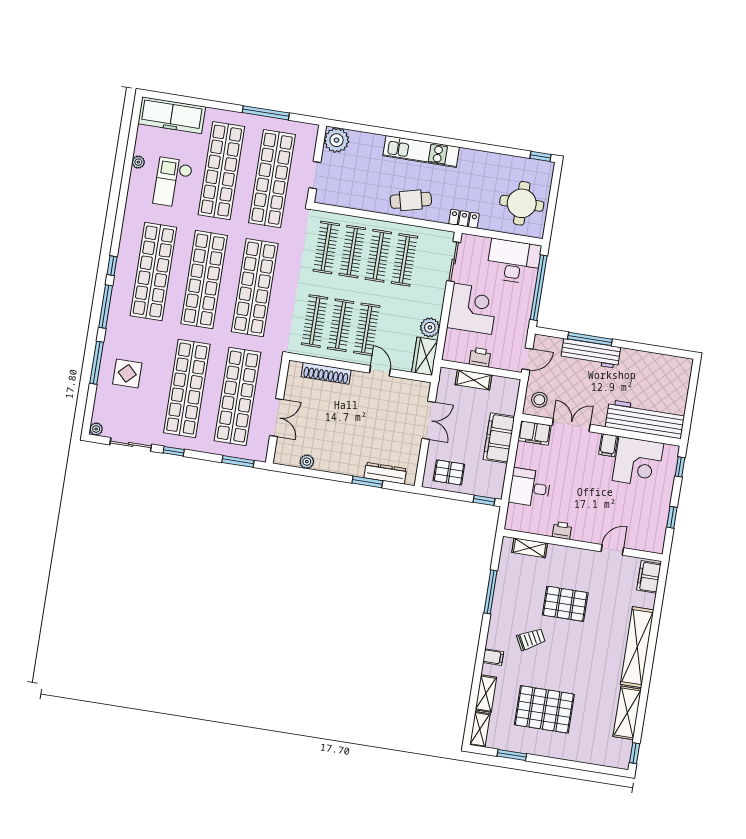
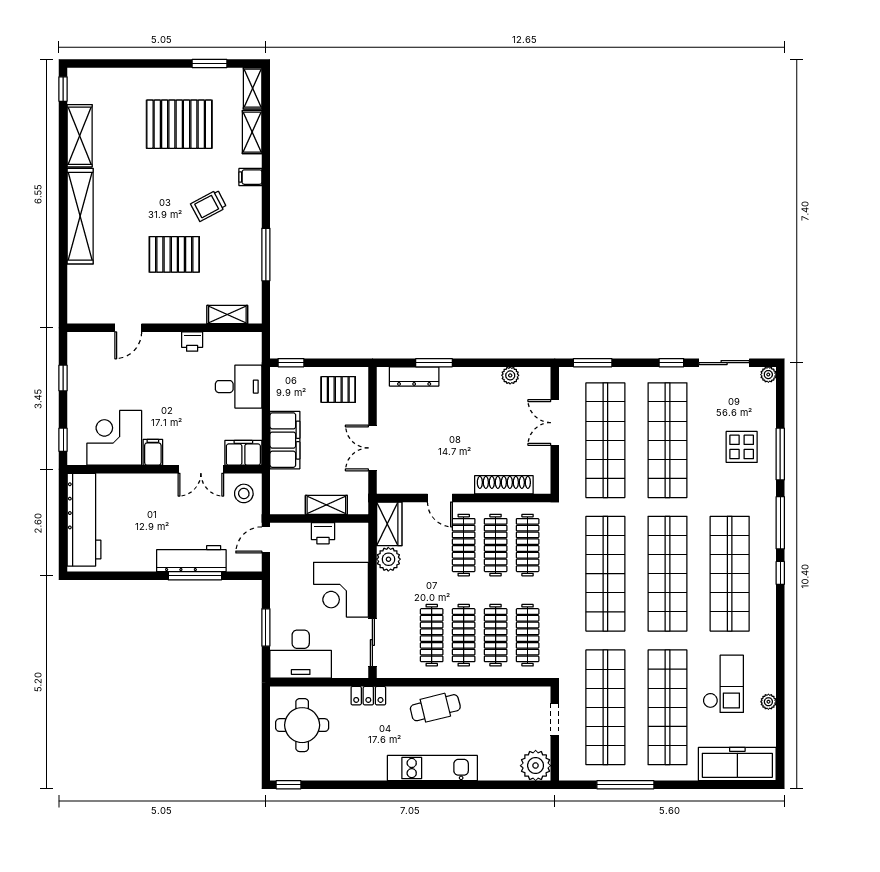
window: (539, 288) -> (266, 627), width x0.47
workbench: (645, 419) -> (84, 520), moved, turned -90
filing cabinet: (649, 577) -> (79, 302), removed

